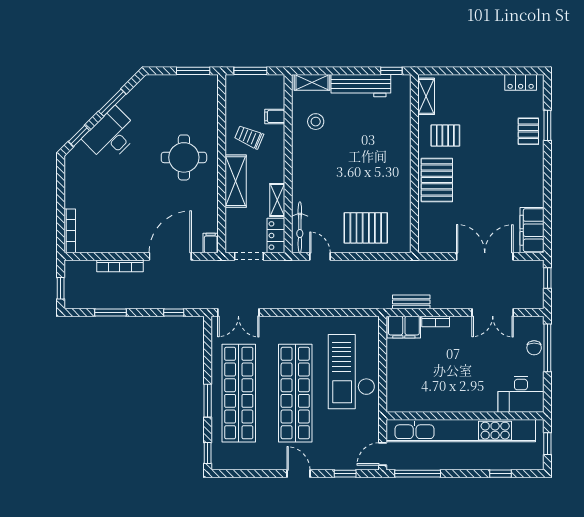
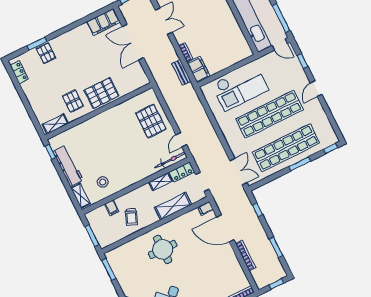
pallet: (528, 131) -> (46, 53), turned 90
shelving: (236, 181) -> (173, 206), moved

